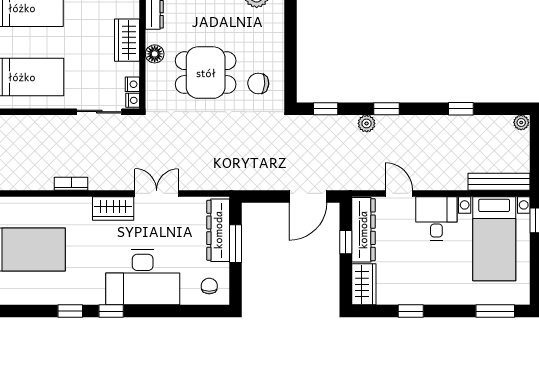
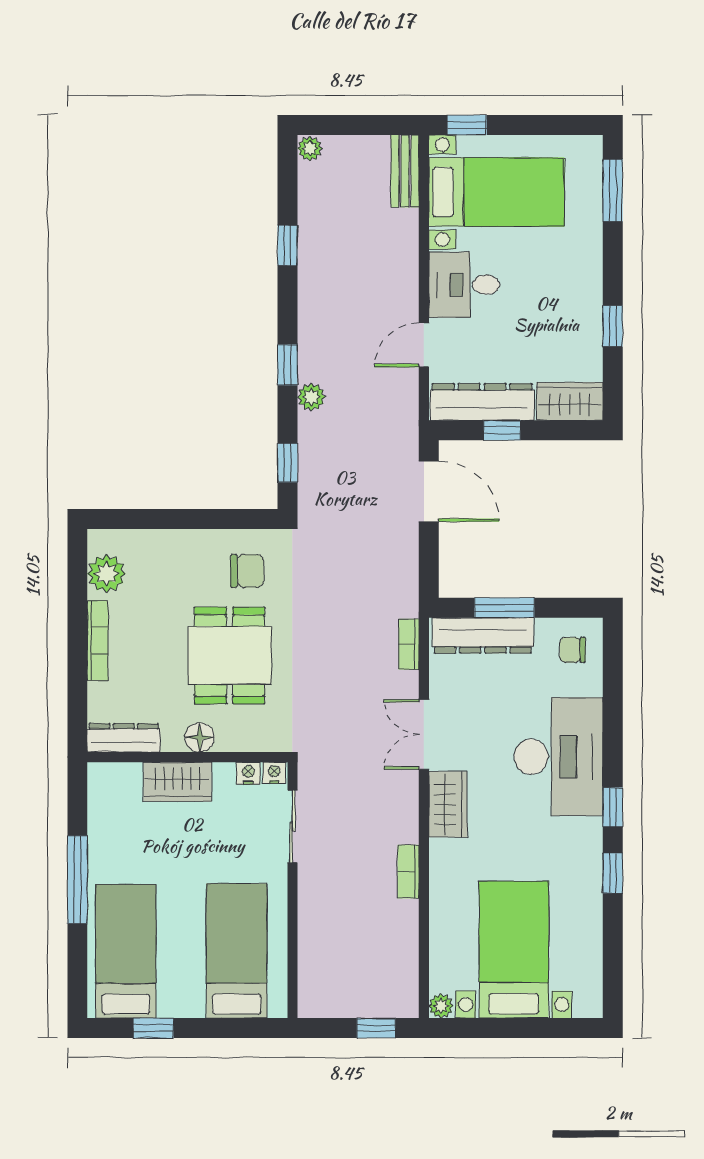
chair: (258, 83) -> (247, 571), turned -94
bench: (499, 182) -> (405, 171), width x0.73
bookcase: (213, 184) -> (409, 644), added

